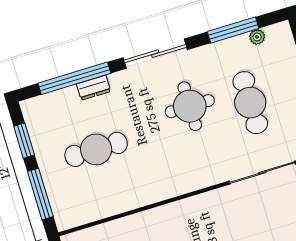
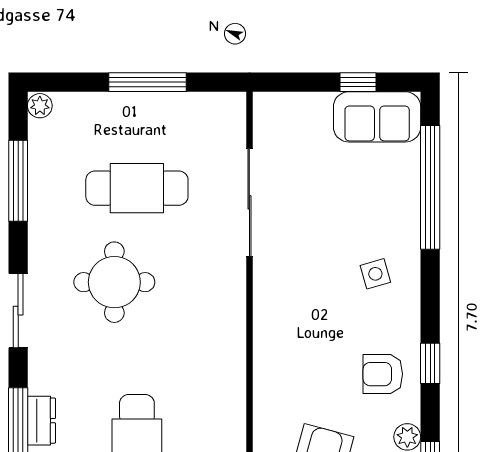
plant: (257, 37) -> (40, 106), moved
sliding door: (155, 54) -> (18, 311), width x0.73

